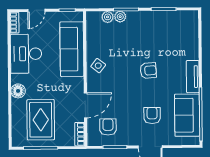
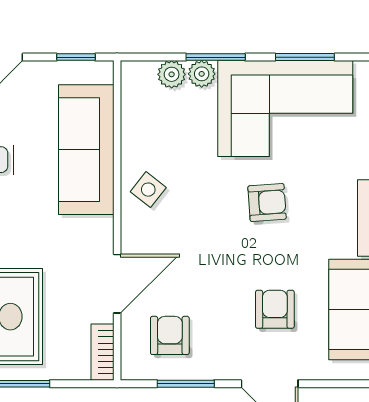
corner sofa: (156, 31) -> (285, 109), added

